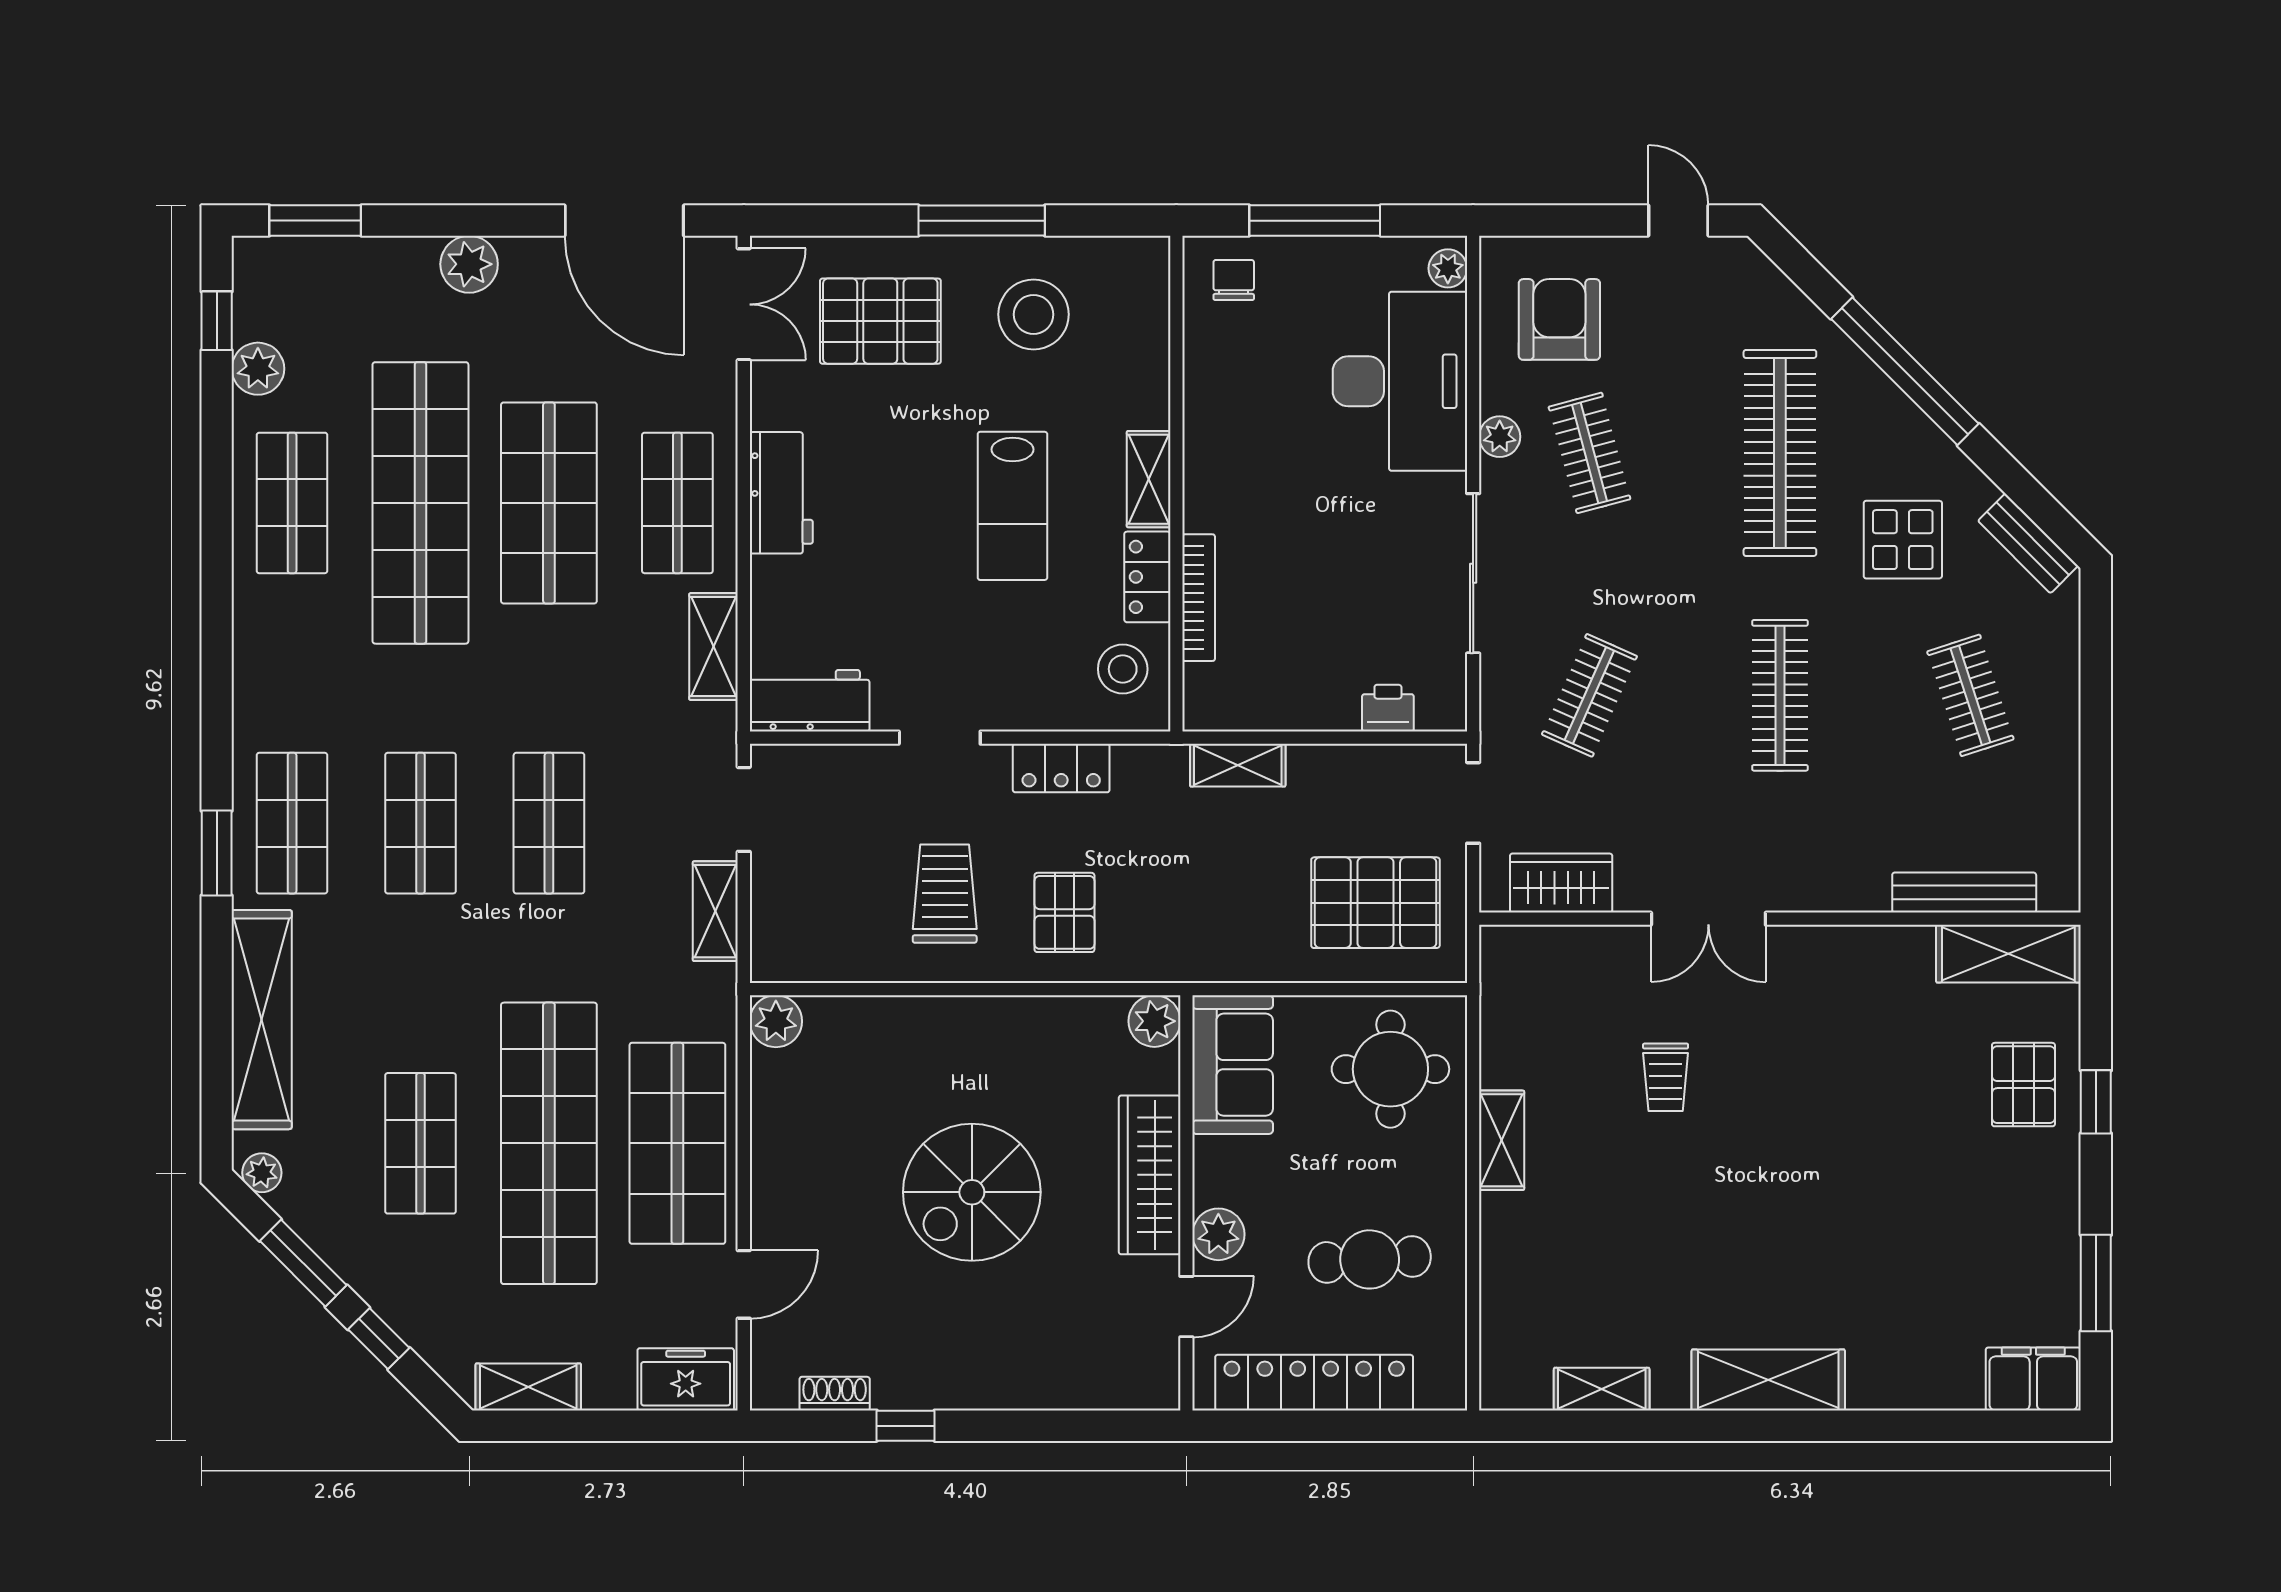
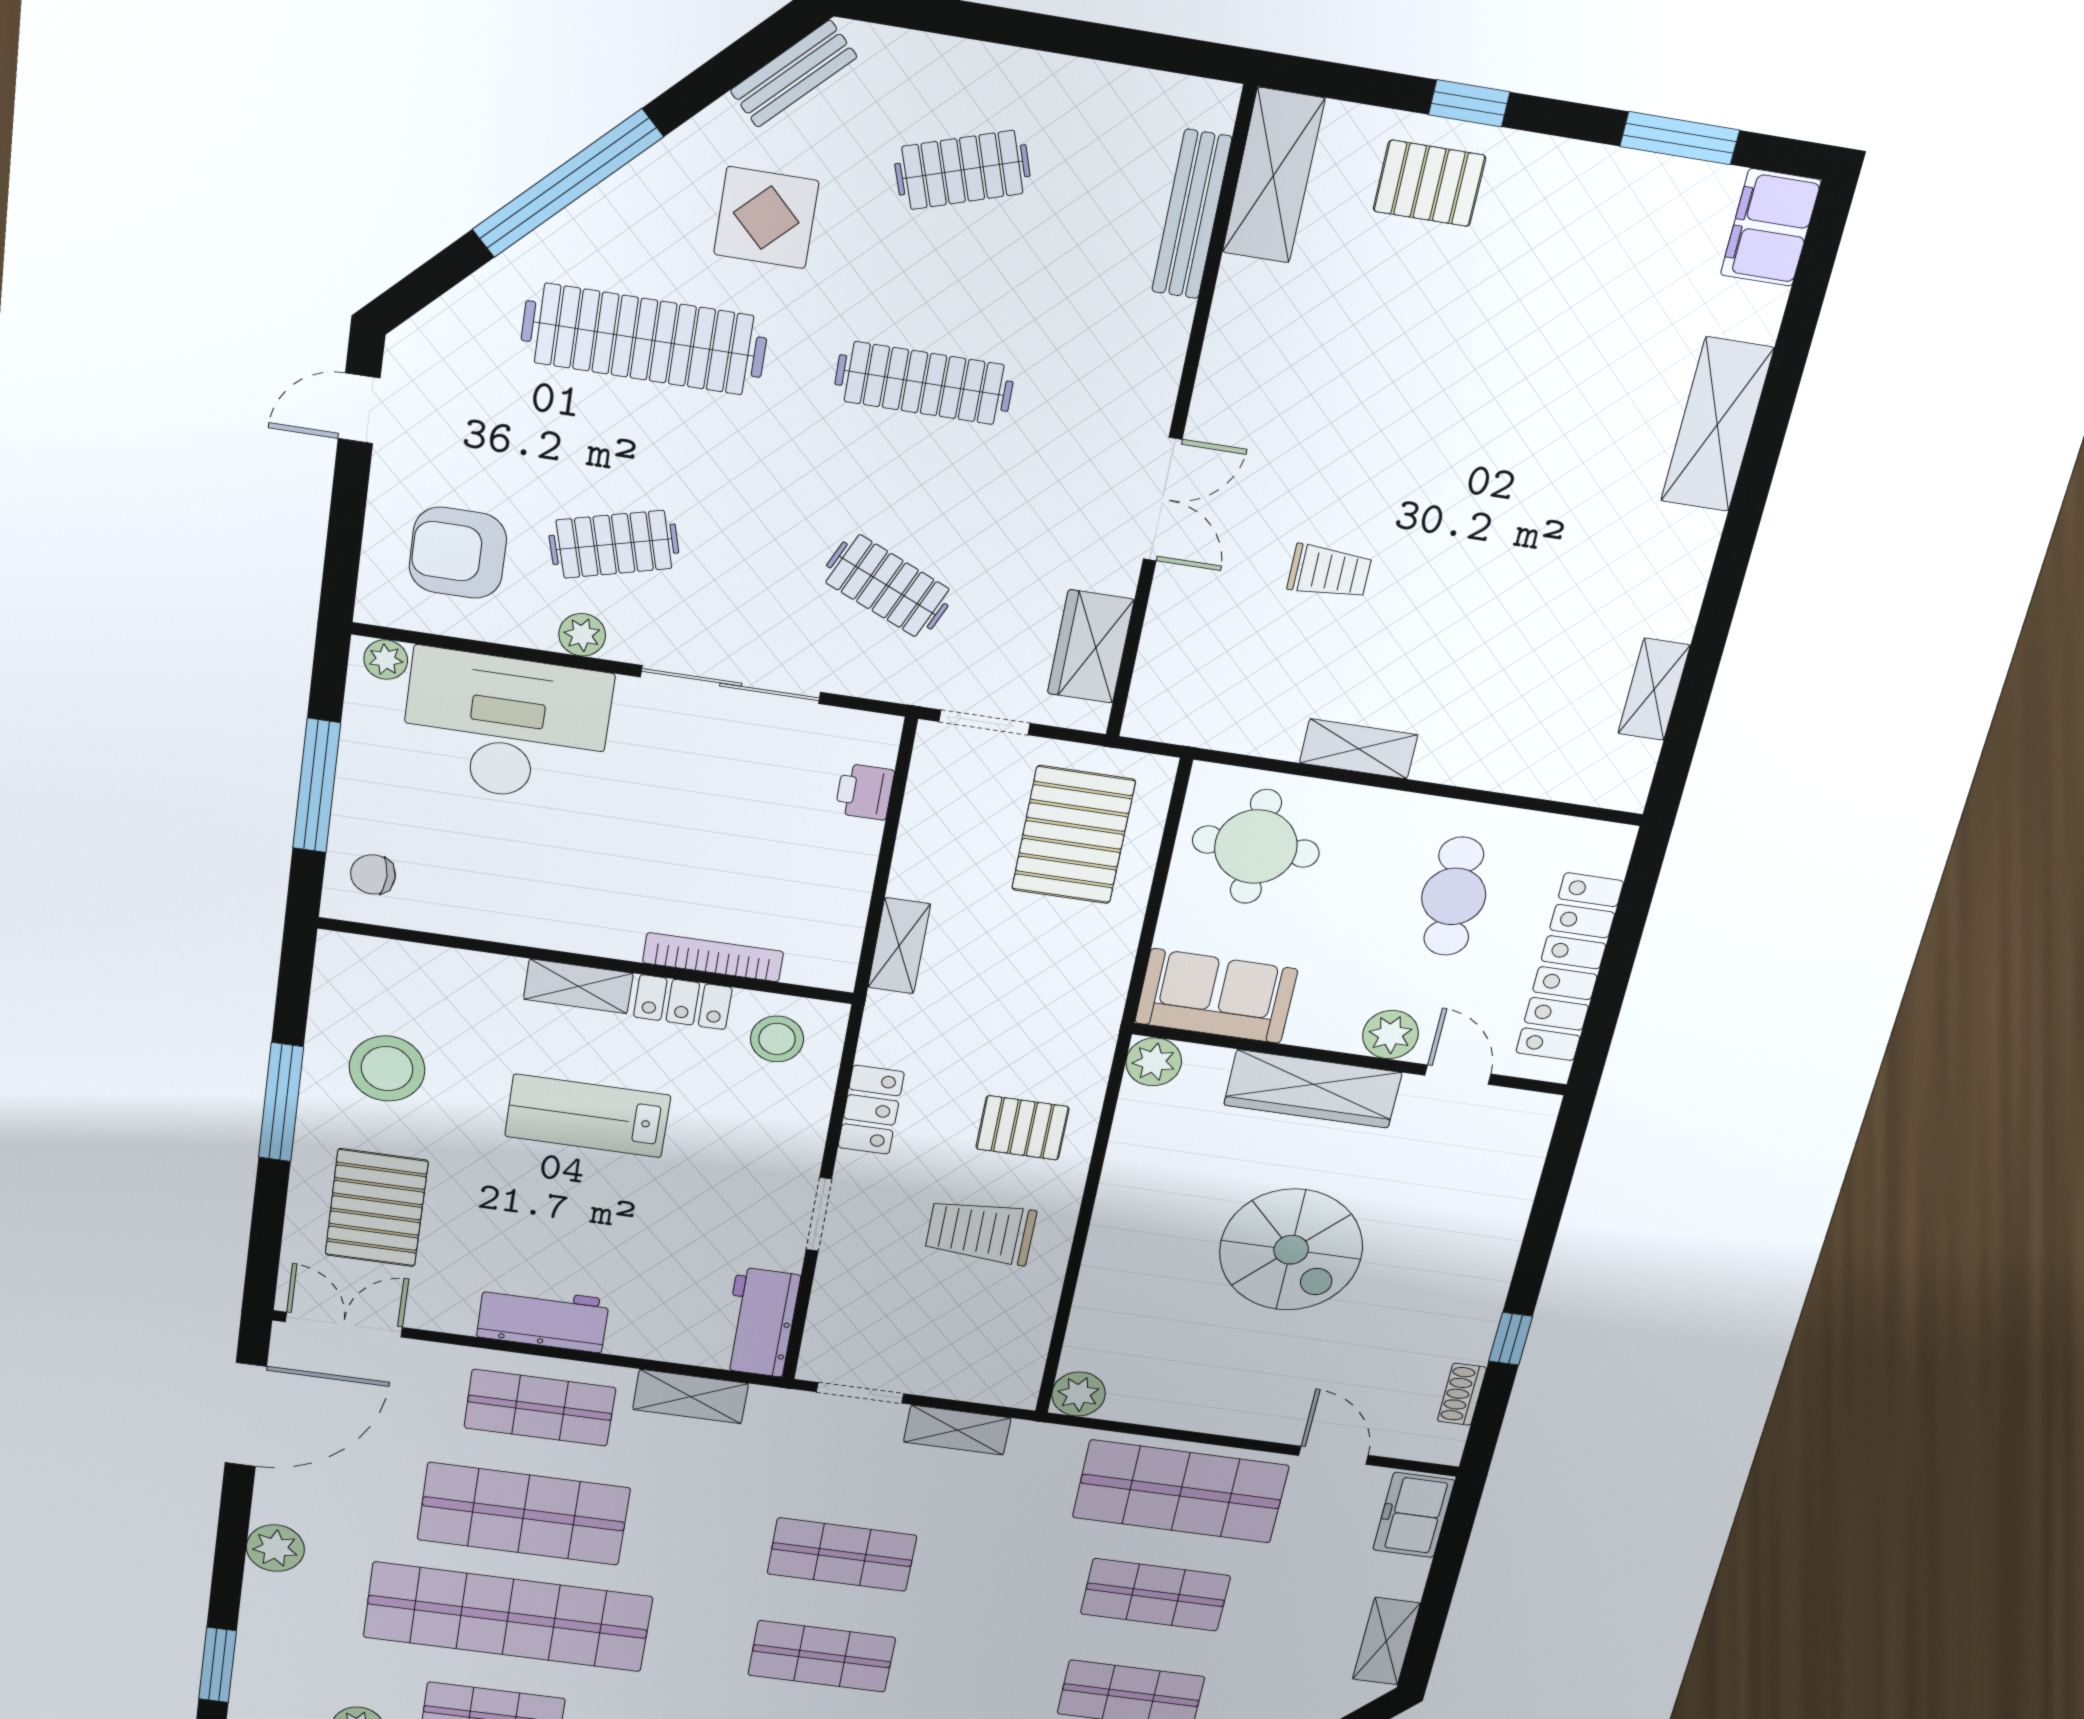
lab bench: (1013, 506) -> (588, 1116), turned 180
shop shelf: (549, 1143) -> (1155, 1595), width x0.50, depth x0.74
shelving: (1768, 1380) -> (1717, 425), moved

